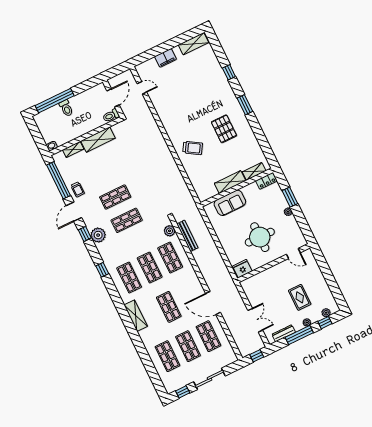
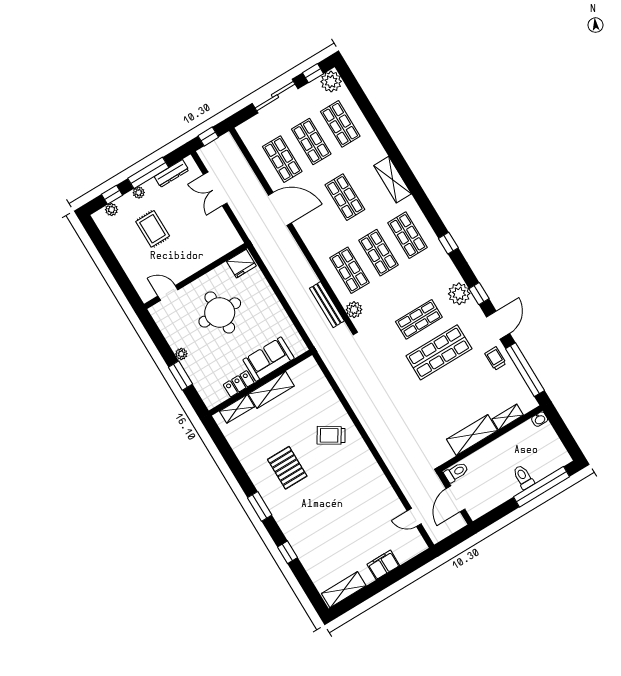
locker: (266, 181) -> (239, 384), moved
shop shelf: (115, 197) -> (439, 352), width x1.43, depth x1.36
plant: (171, 385) -> (331, 82), added

